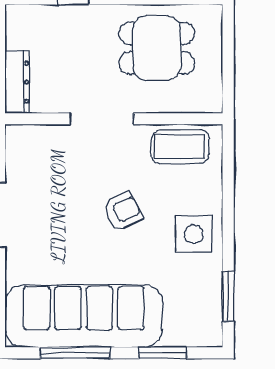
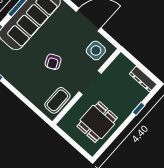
dresser: (17, 82) -> (143, 79), moved
side table: (193, 234) -> (96, 50), moved

